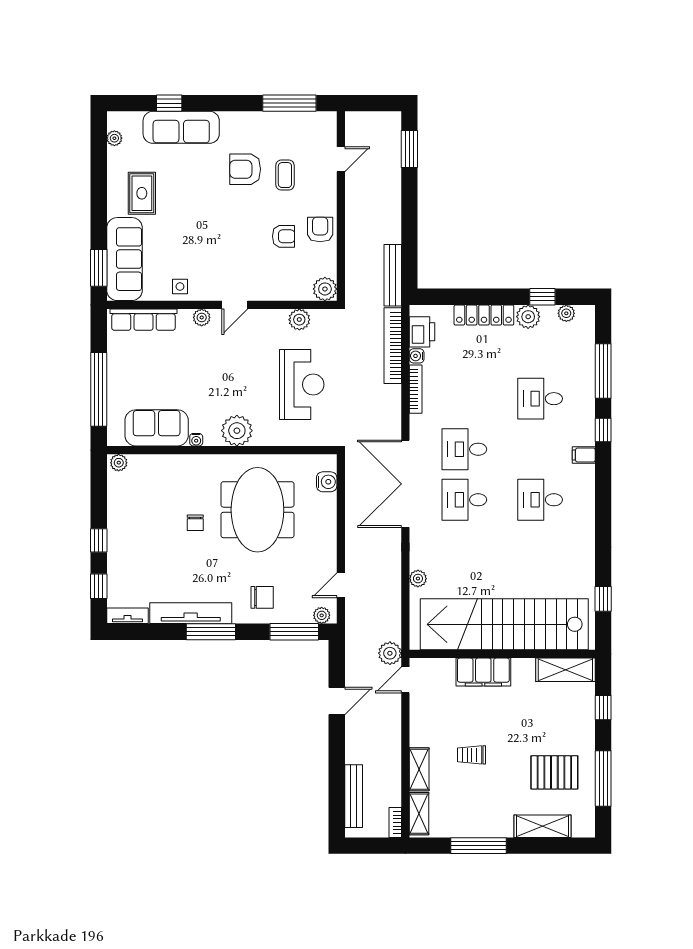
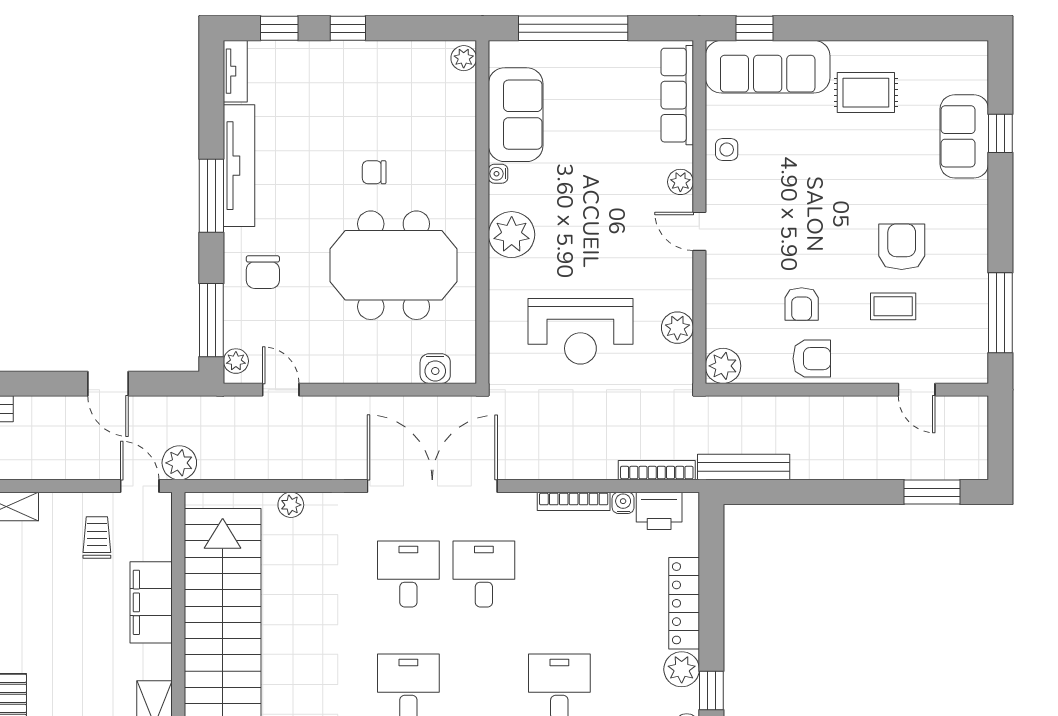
sofa: (181, 127) -> (964, 136), width x0.73
plant: (114, 138) -> (948, 52), removed
window: (99, 268) -> (754, 28), width x0.67
bookcase: (393, 346) -> (657, 470), width x0.68, depth x0.76
trolley: (472, 755) -> (97, 538), moved

